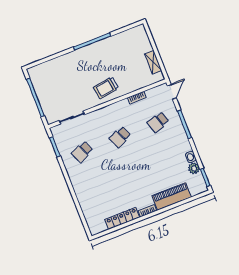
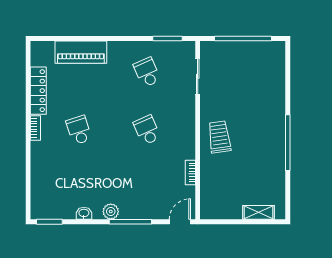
shelving: (153, 62) -> (258, 212), moved
door: (172, 92) -> (180, 222), swing flipped
school desk: (158, 122) -> (79, 130), moved
plant: (194, 168) -> (111, 211), moved
piano: (172, 196) -> (81, 52), moved, turned 90

